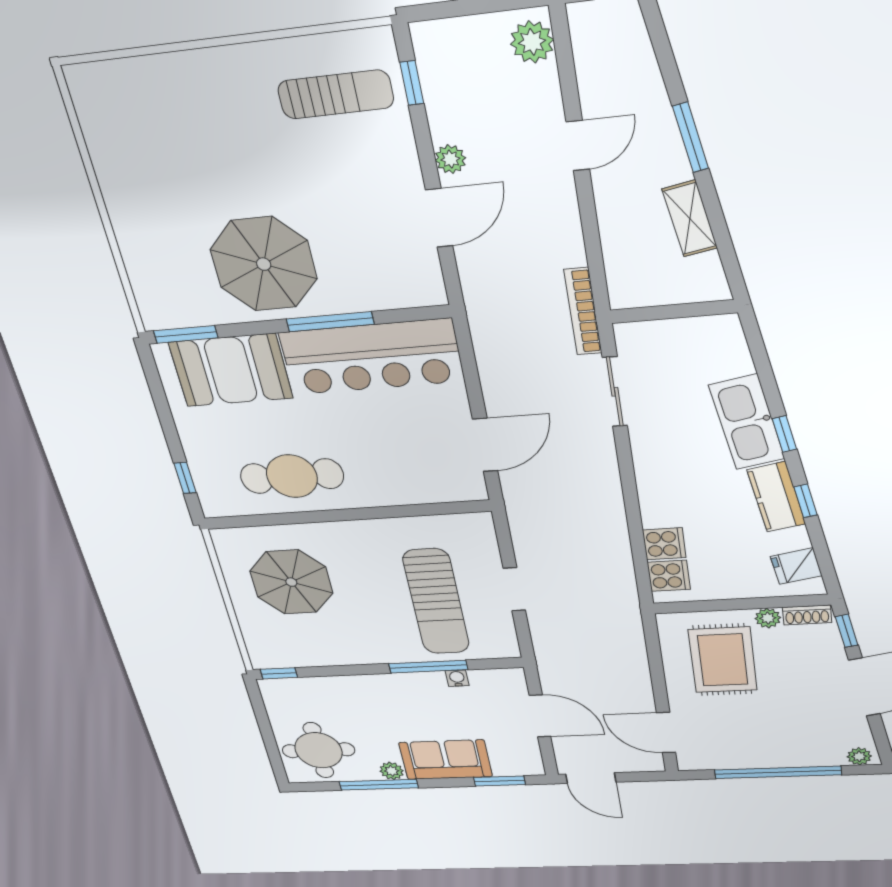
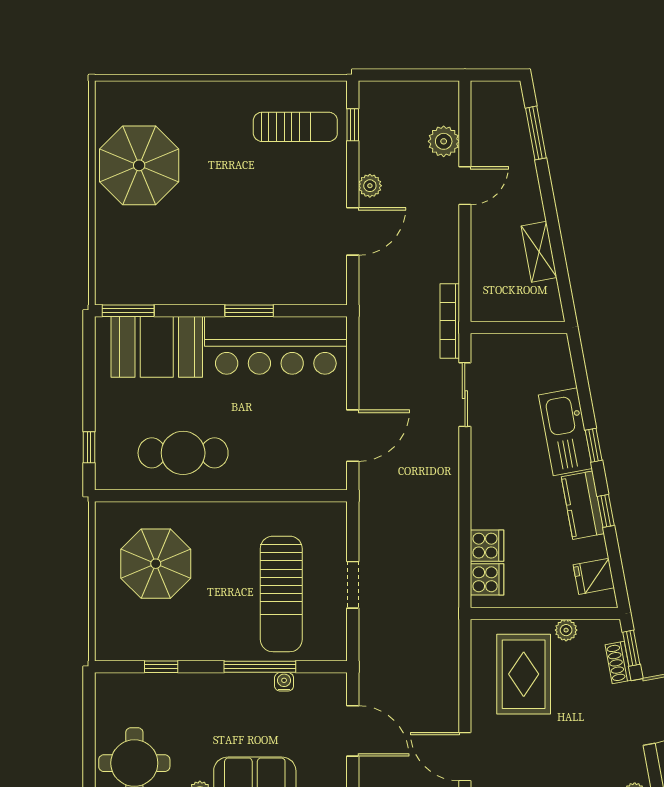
plant: (532, 42) -> (444, 141), moved
window: (691, 137) -> (536, 133), moved
parasol: (264, 264) -> (139, 165), moved
window: (330, 322) -> (249, 311), width x0.69
shoe rack: (807, 615) -> (618, 662), moved, turned 80
window: (279, 673) -> (161, 667), moved

